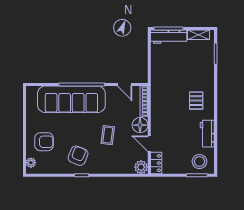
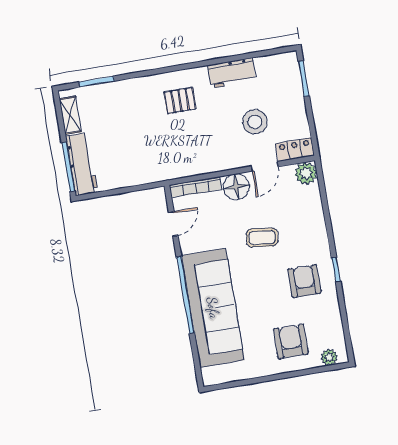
armchair: (78, 156) -> (304, 281), turned 68
stool: (199, 161) -> (255, 122), moved

